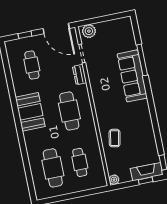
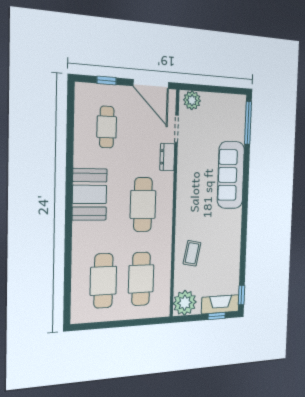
window: (142, 60) -> (248, 123), moved
cafe table: (80, 162) -> (141, 279), width x1.37, depth x1.35
plant: (114, 180) -> (185, 303), width x1.88, depth x1.88

